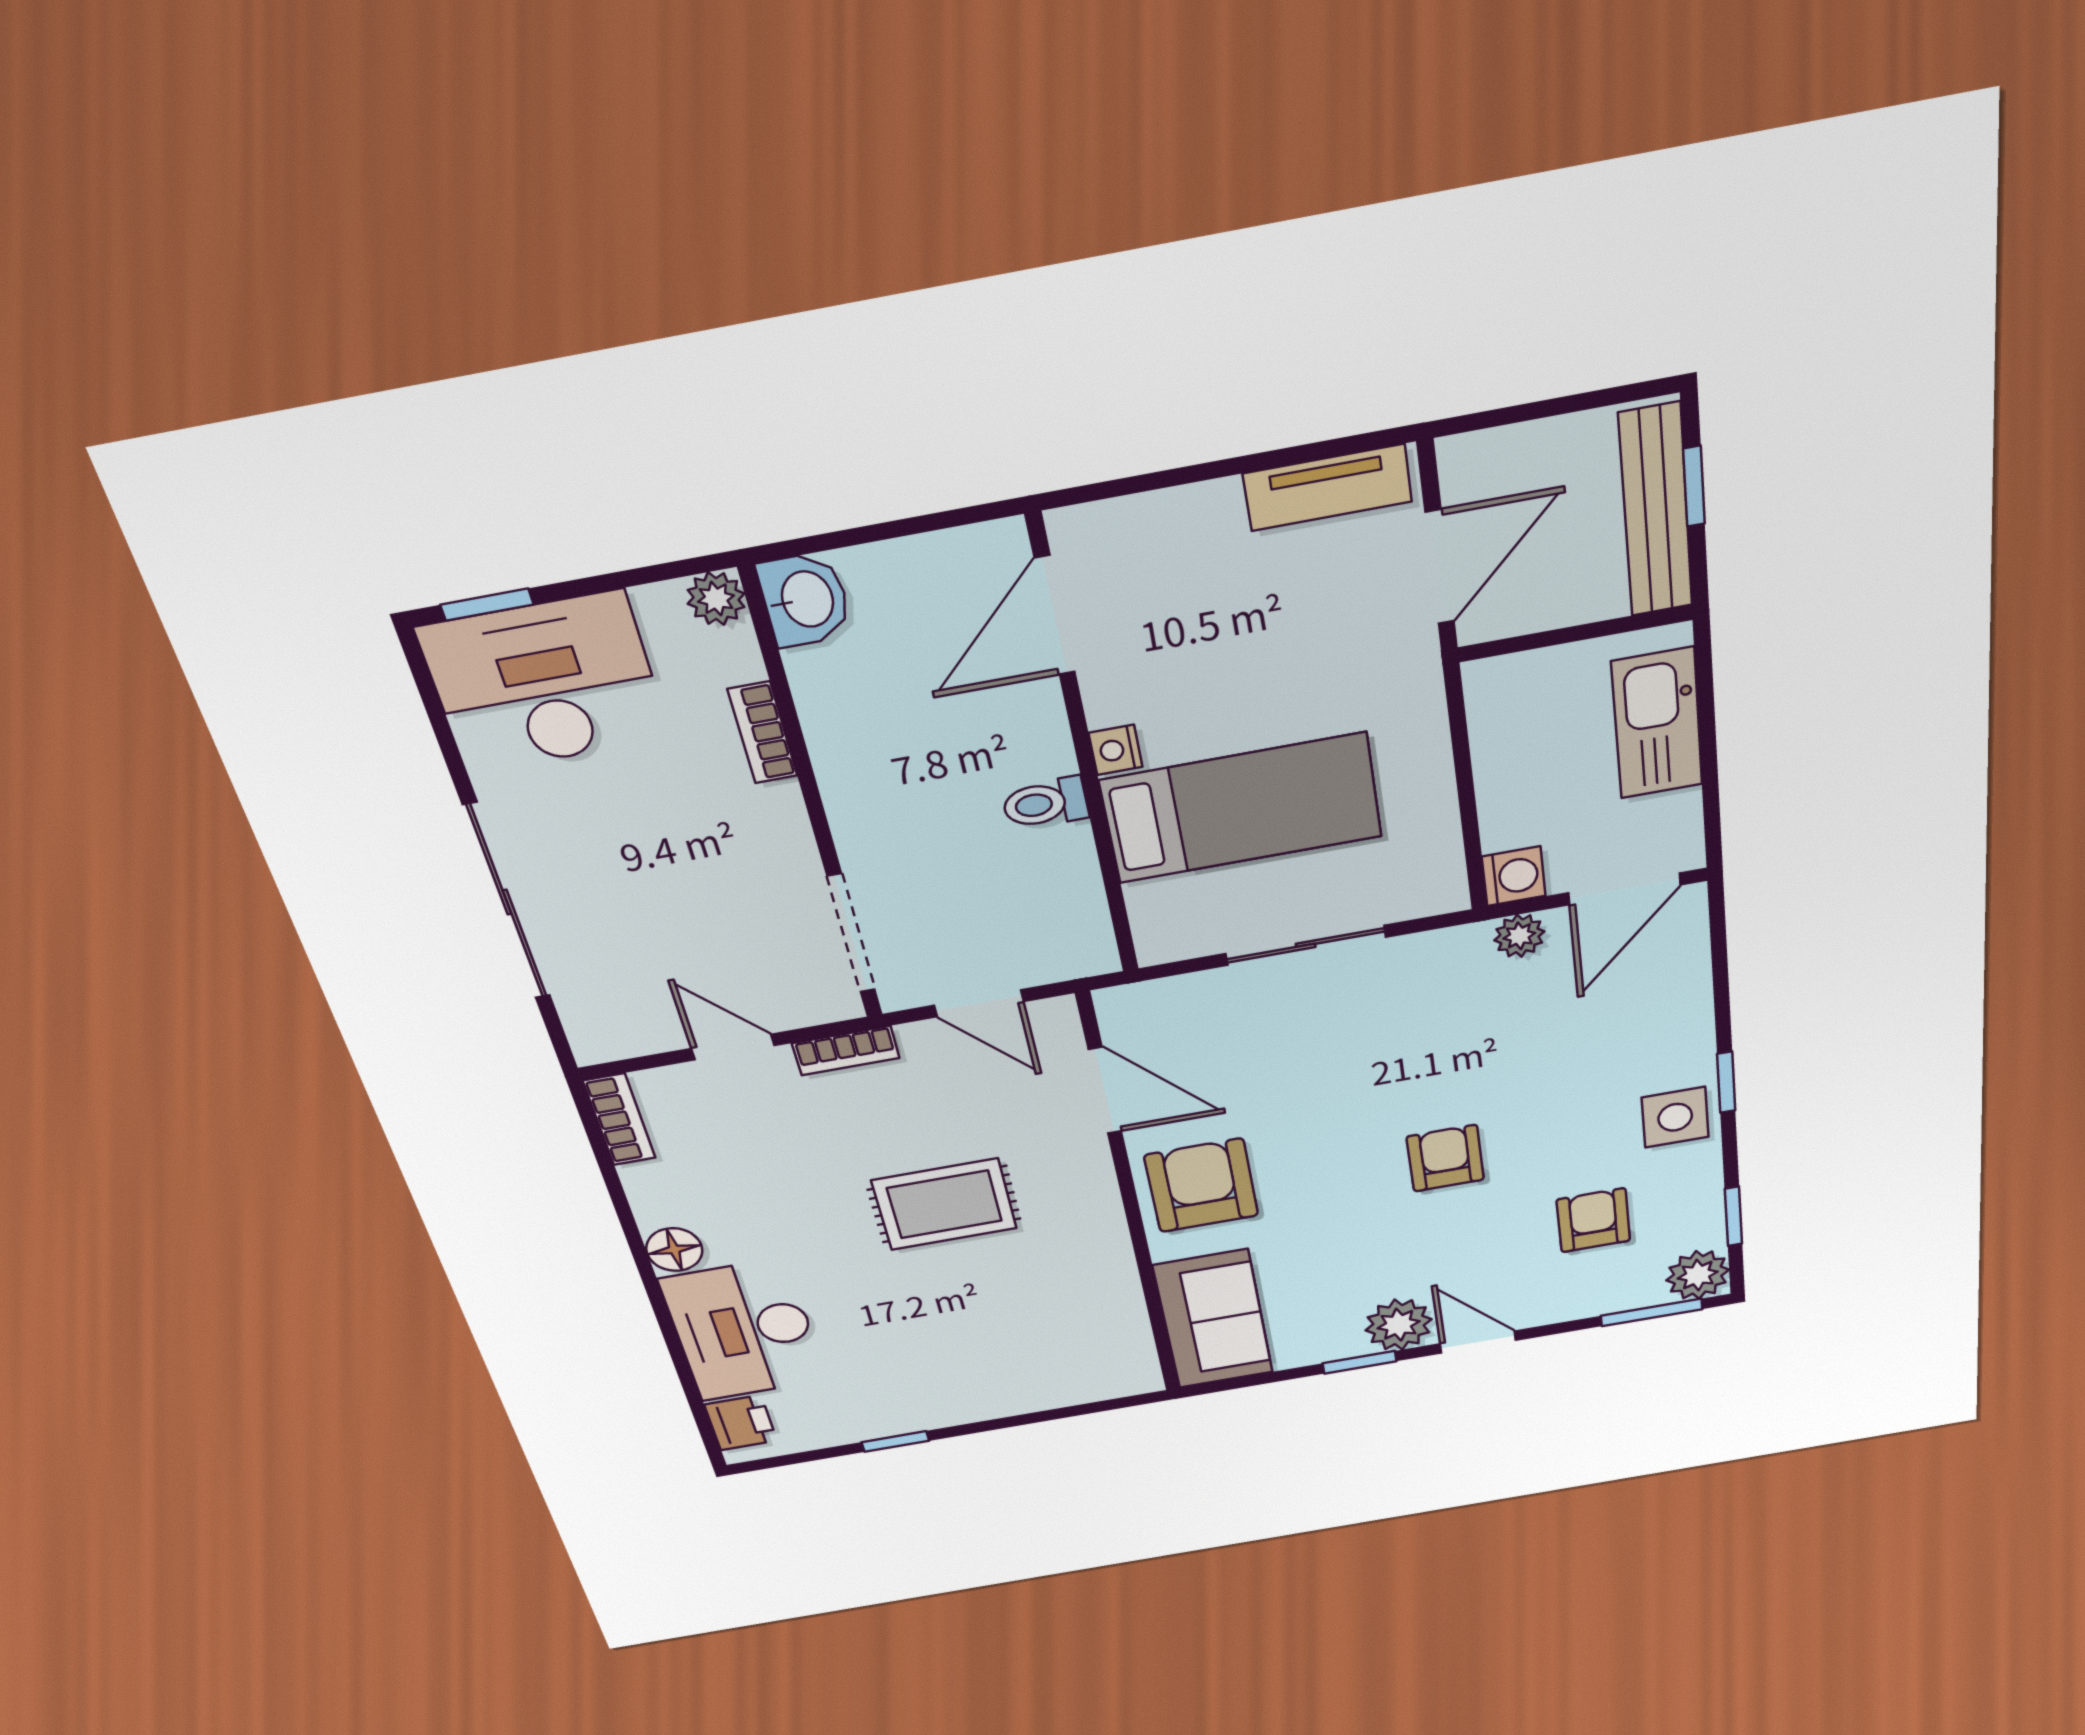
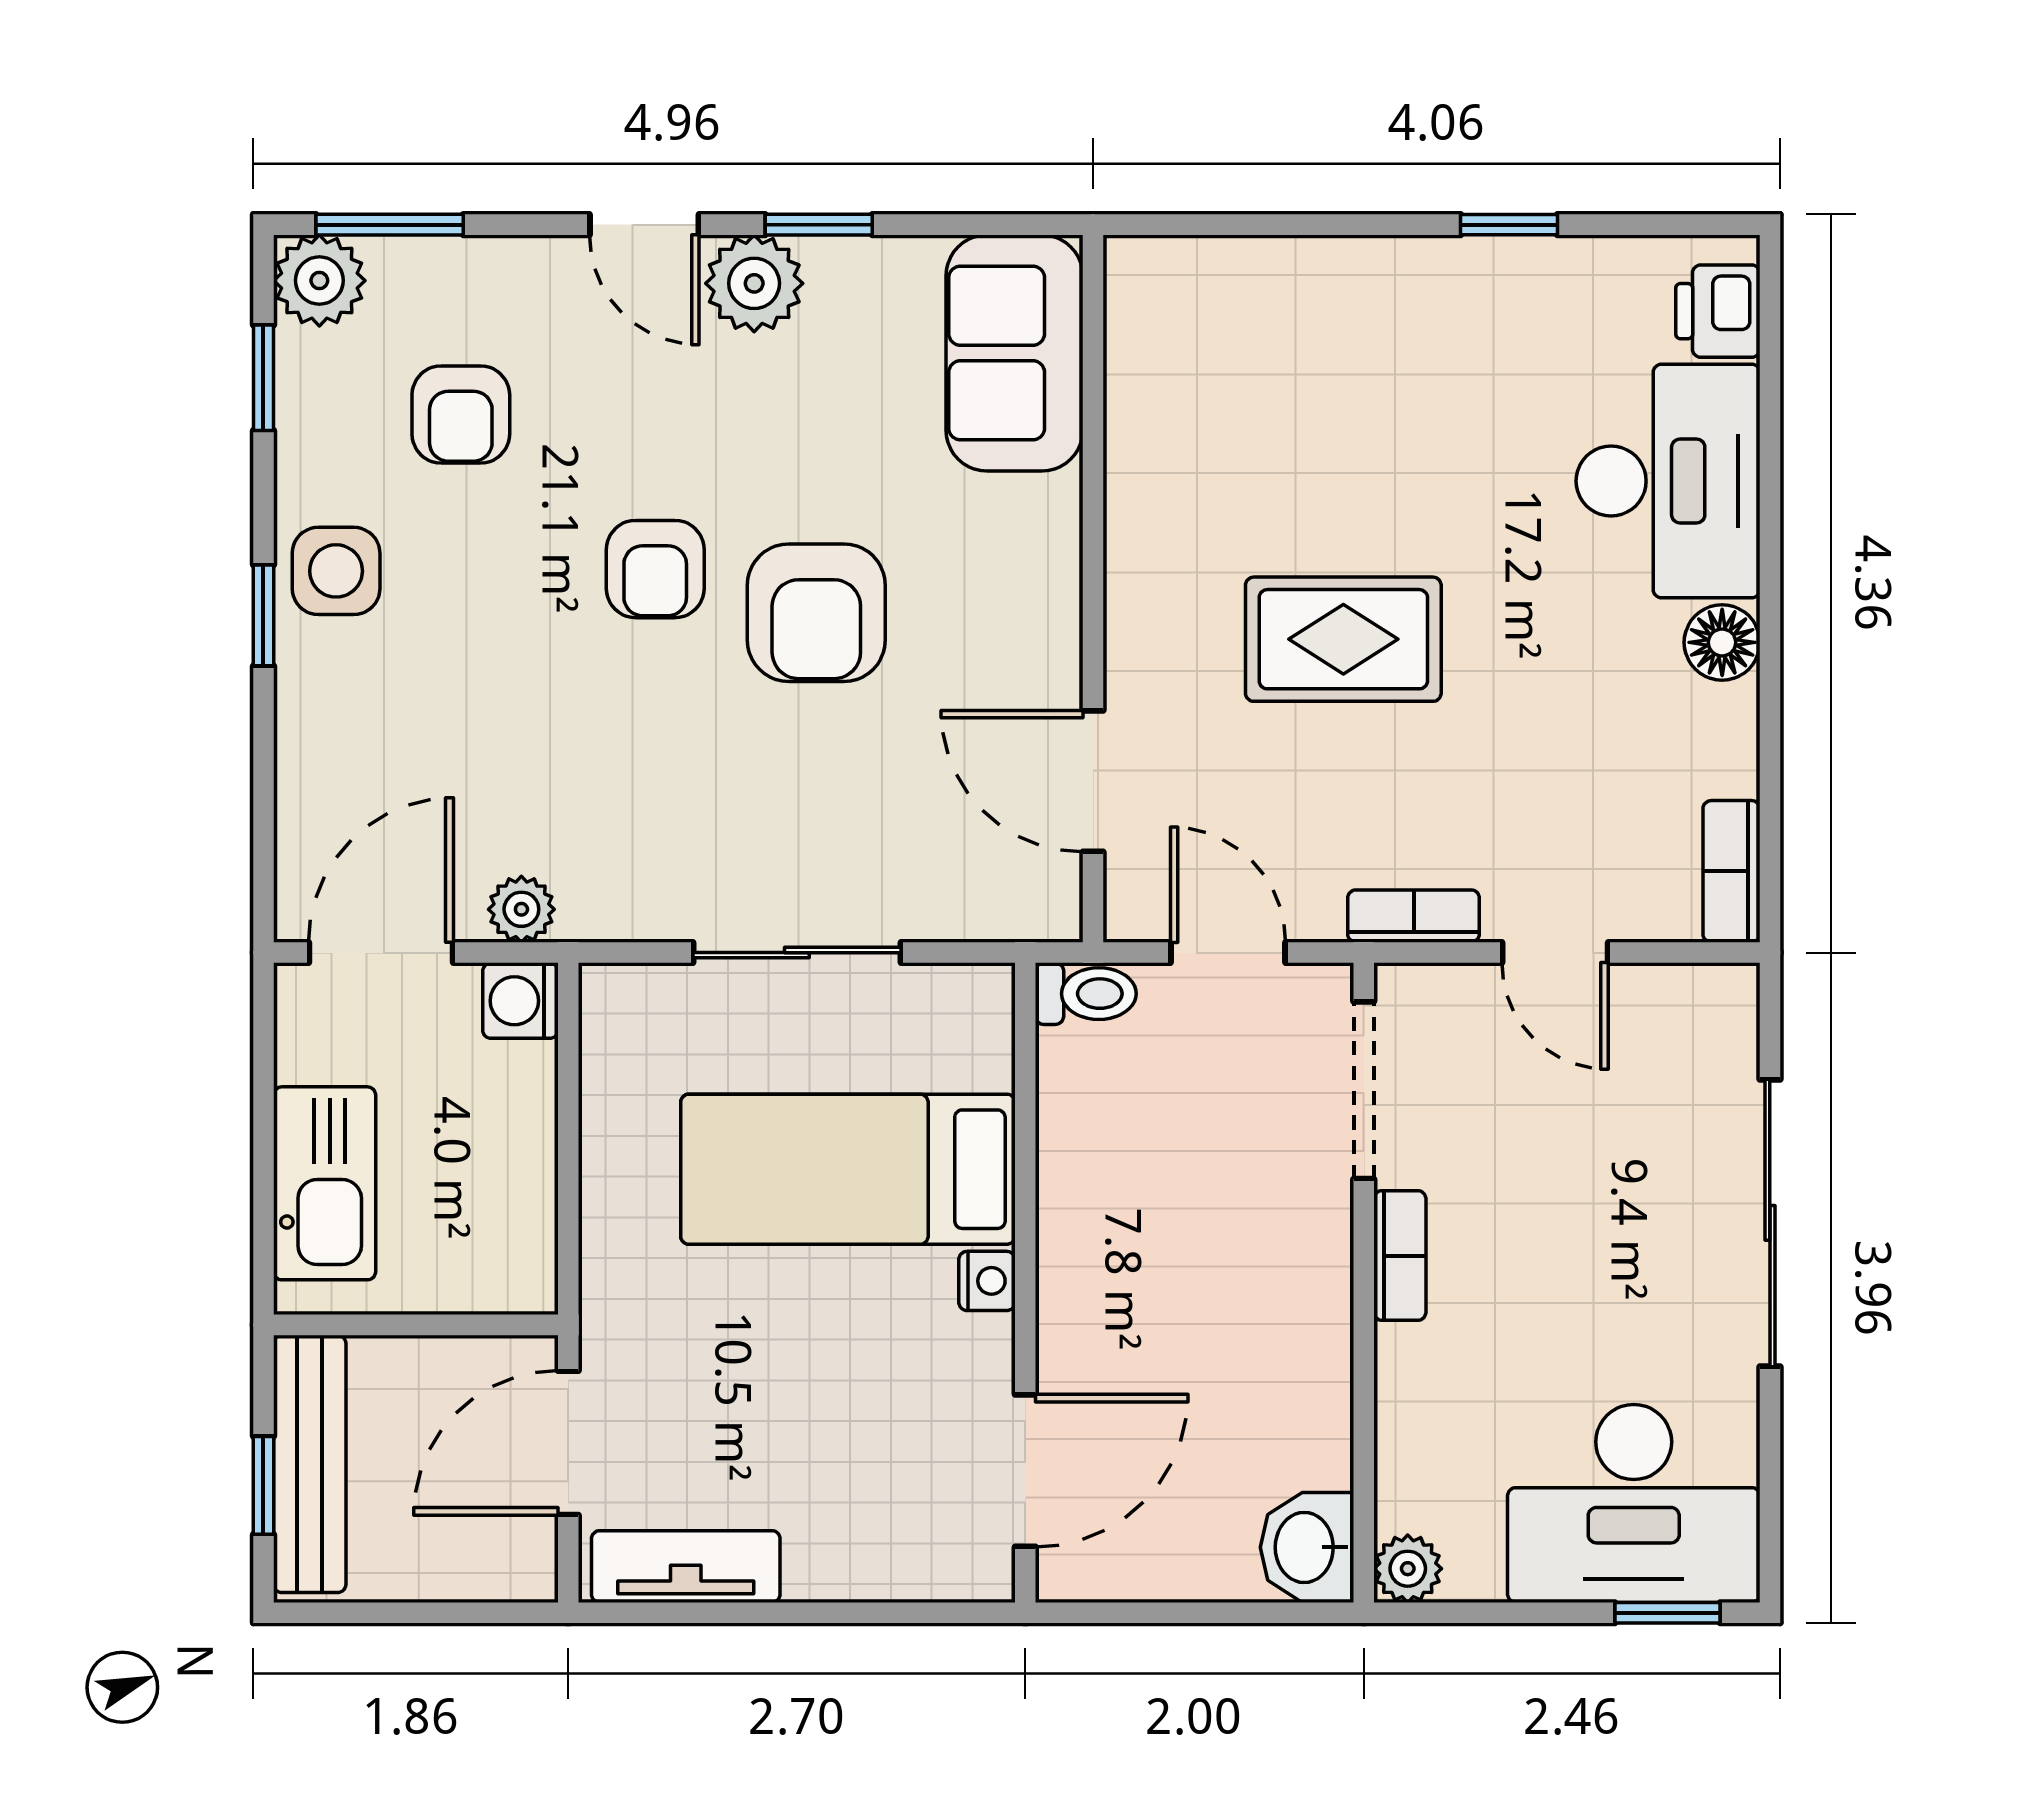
bookcase: (763, 733) -> (1400, 1256), moved
toilet: (1045, 803) -> (1086, 994), moved
armchair: (1201, 1185) -> (816, 613), moved

